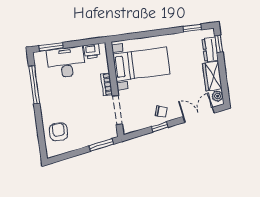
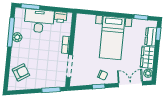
bed with nightstands: (141, 64) -> (112, 38), moved, turned 90
plant: (44, 89) -> (17, 37), added
armchair: (58, 132) -> (21, 72), turned 58

